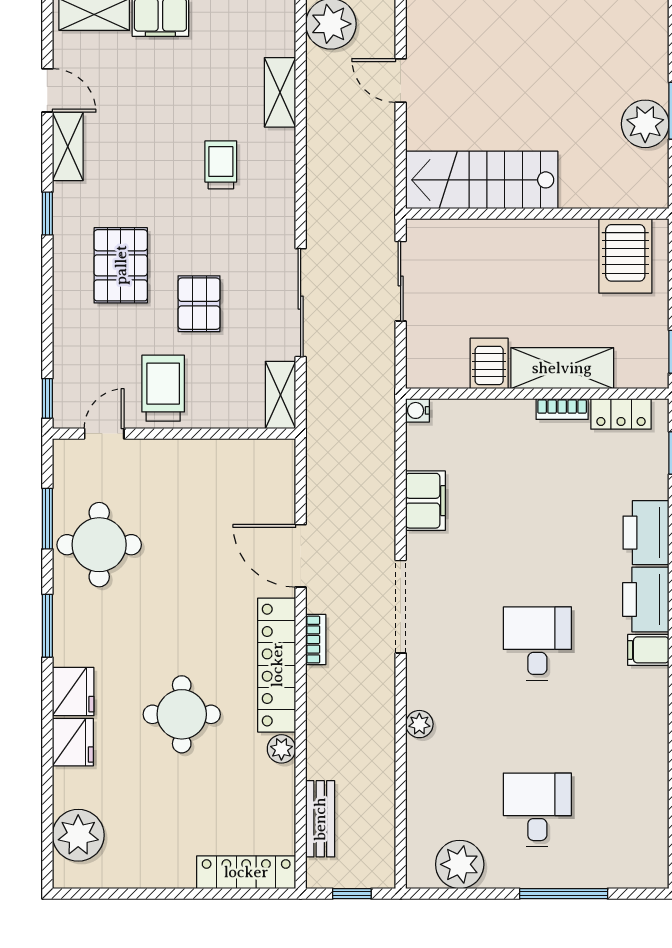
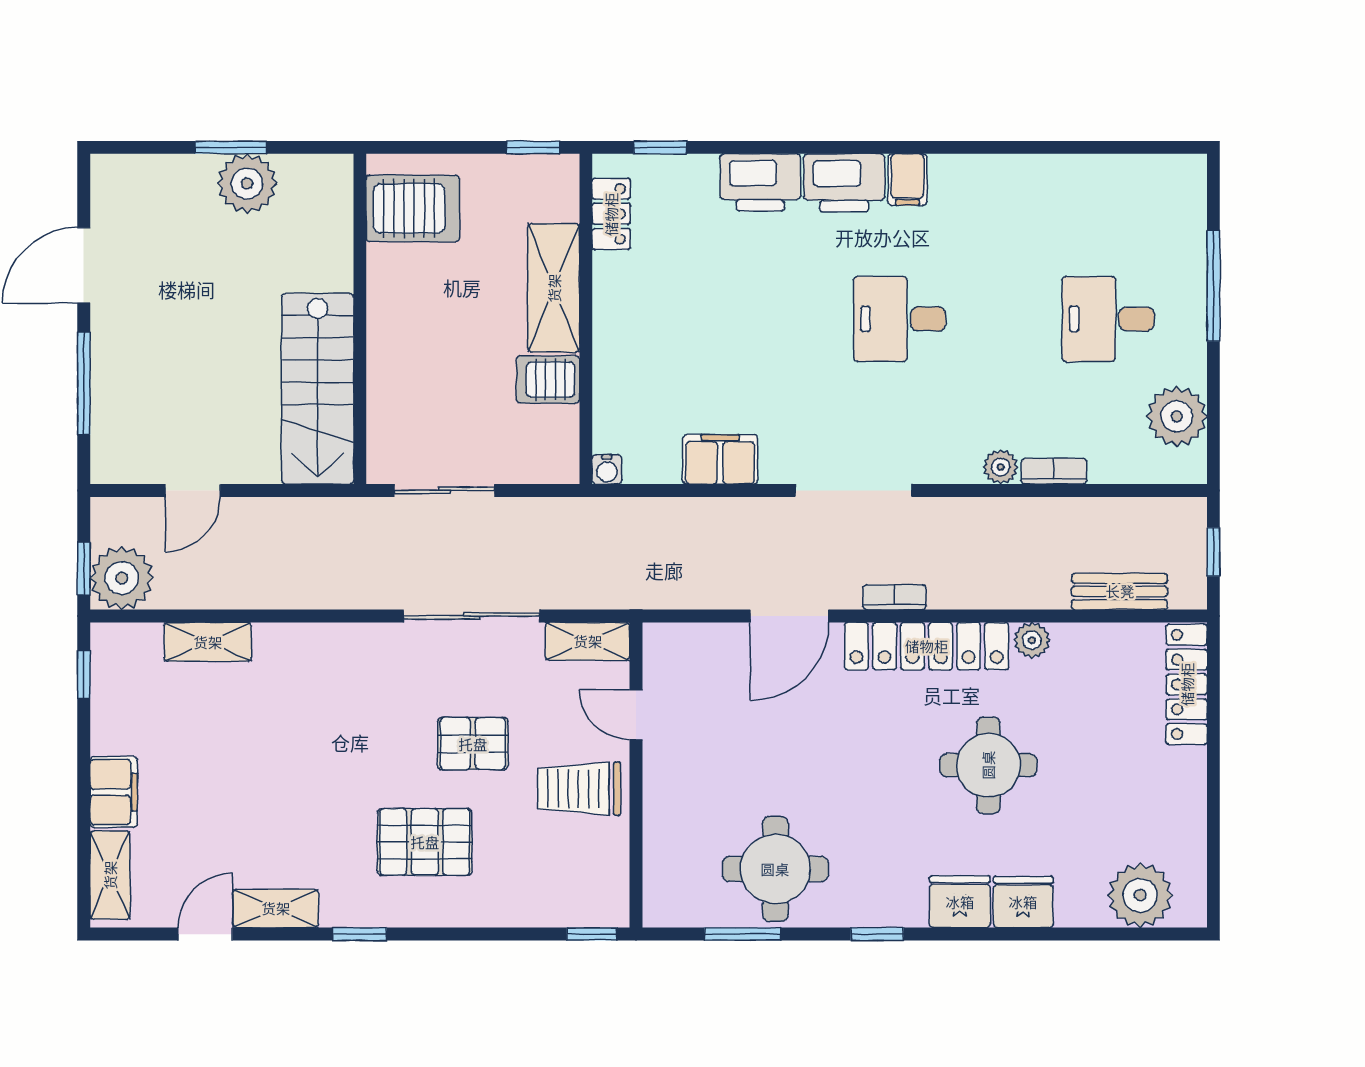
trolley: (221, 165) -> (299, 716), removed
bookcase: (562, 409) -> (1054, 471), moved, turned -90
door: (104, 434) -> (636, 715), moved
window: (47, 626) -> (877, 934), width x0.67

